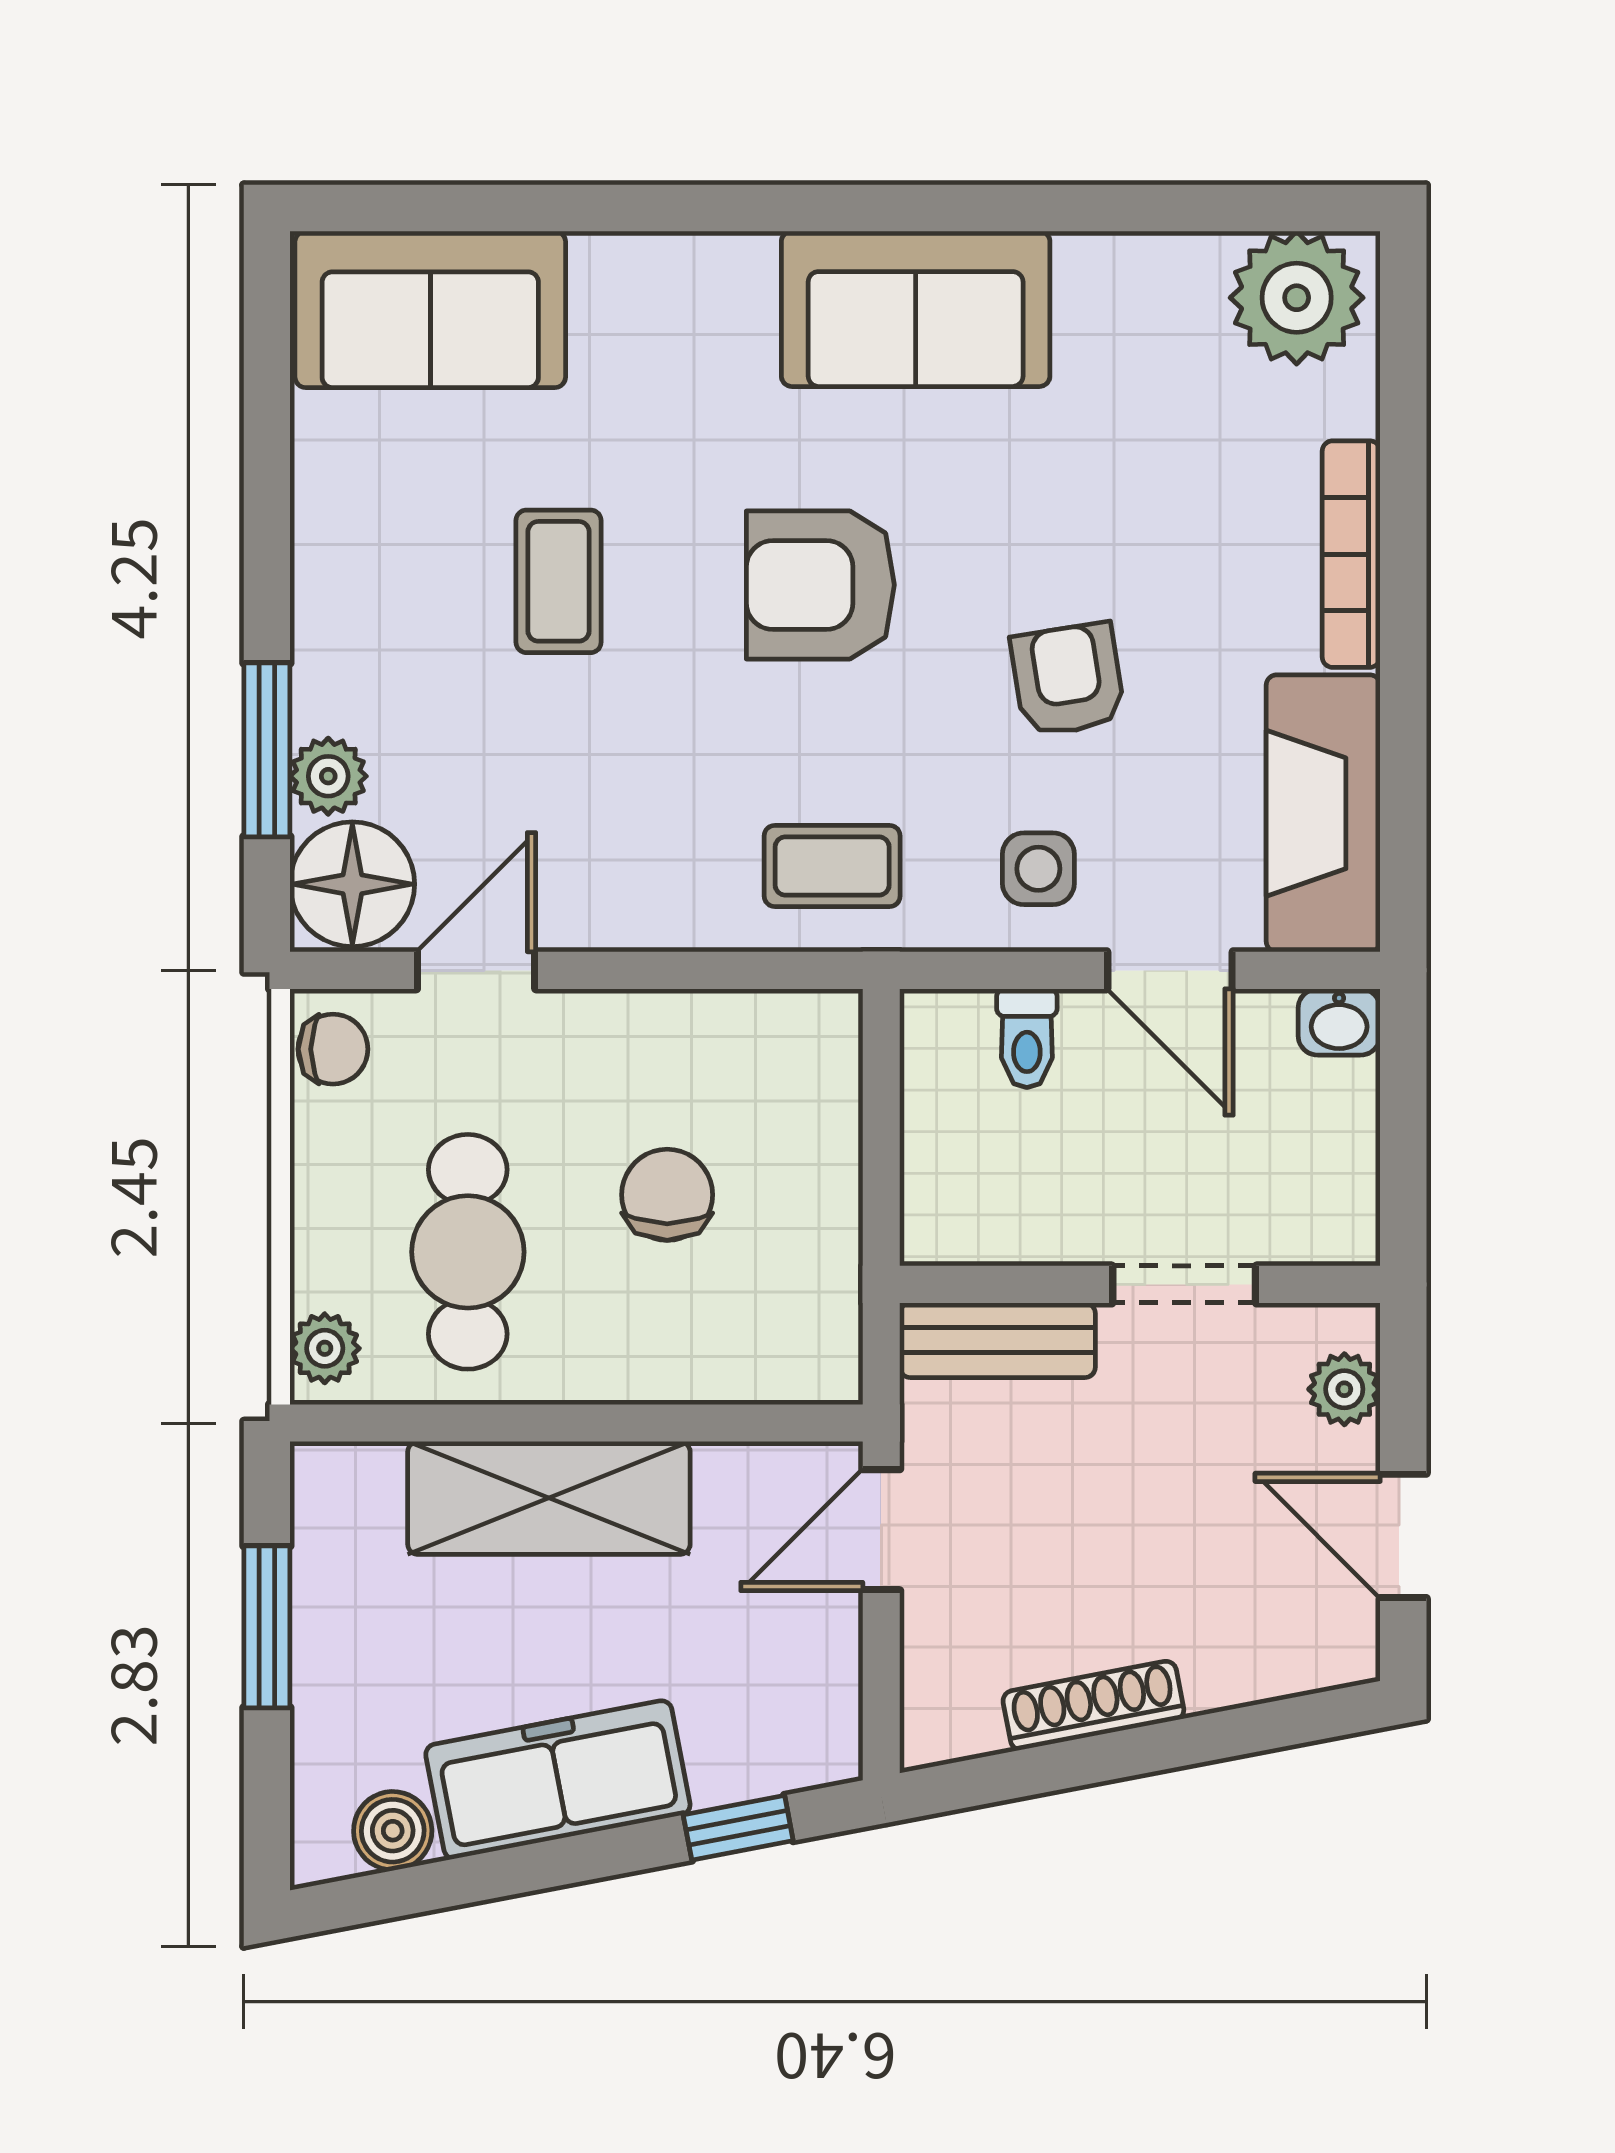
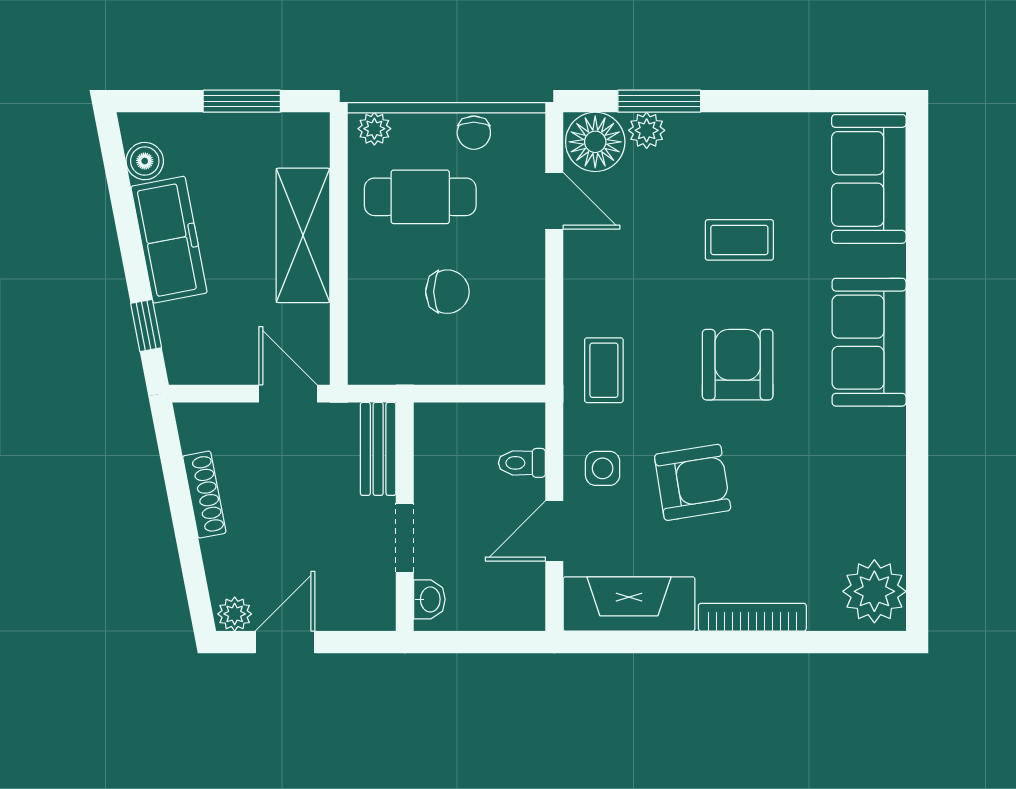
sofa: (916, 309) -> (869, 342), moved
armchair: (1068, 680) -> (693, 482), width x1.38, depth x1.38
washbasin: (1339, 1022) -> (429, 599), moved, turned 180
chair: (333, 1049) -> (474, 133), moved
plant: (1344, 1389) -> (235, 614), moved

